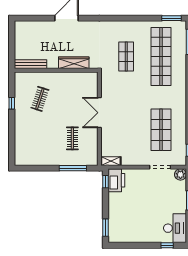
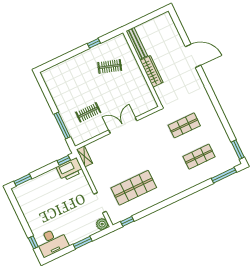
shop shelf: (161, 57) -> (199, 157), width x0.50, depth x0.74
wardrobe: (74, 63) -> (152, 71), moved

